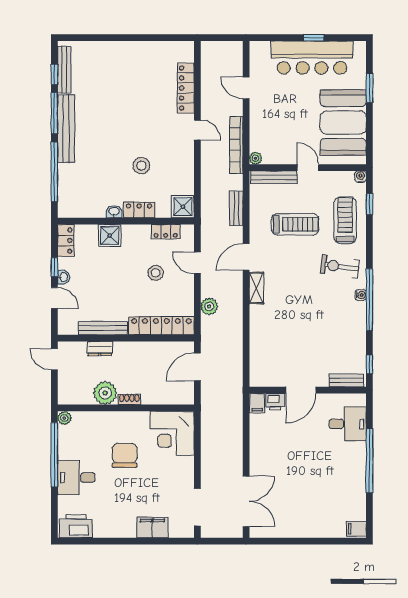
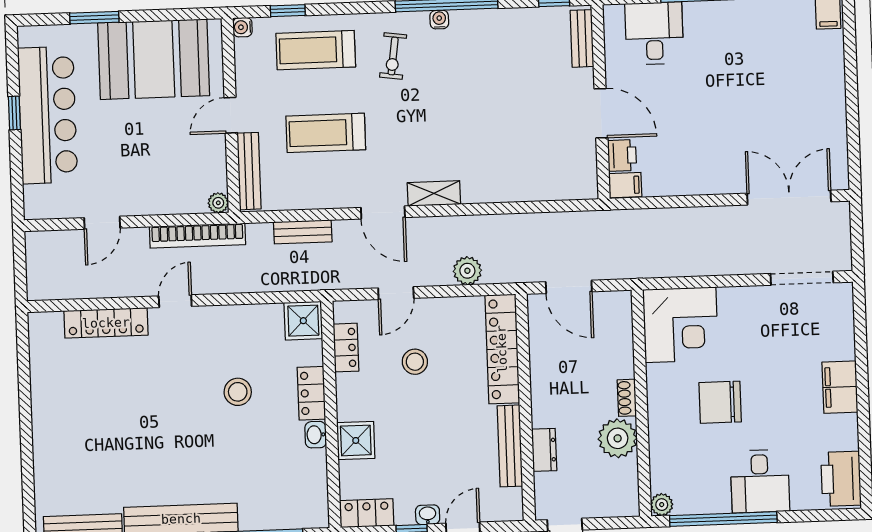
treadmill: (295, 224) -> (326, 133), turned -90
exercise bike: (340, 266) -> (393, 56), width x0.73, depth x0.72
filing cabinet: (152, 528) -> (840, 387), moved

